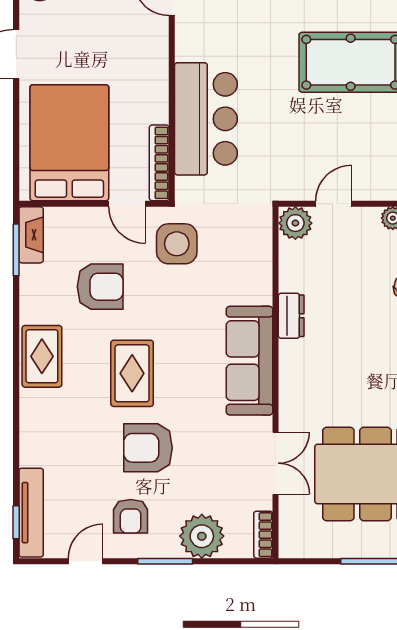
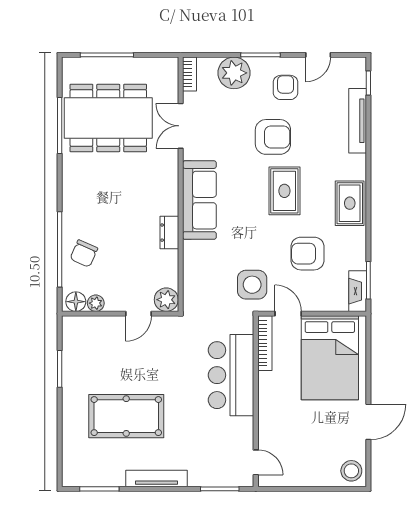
tv unit: (31, 513) -> (358, 121), moved

